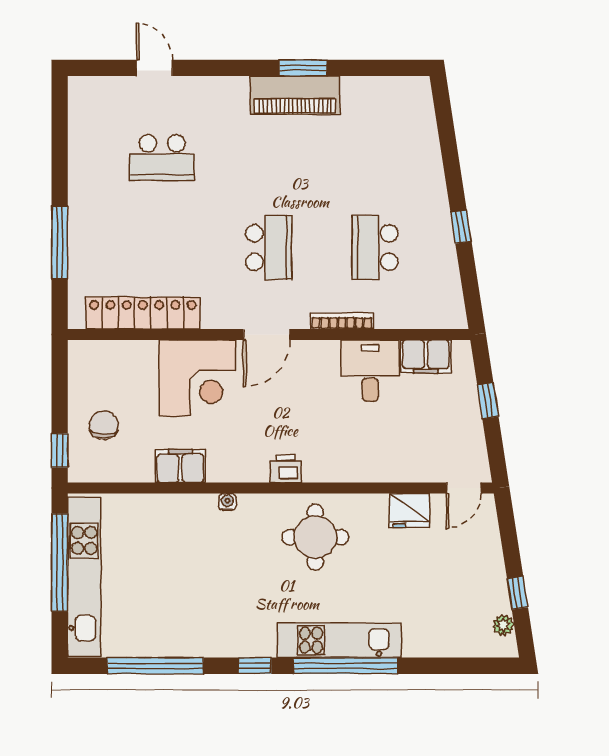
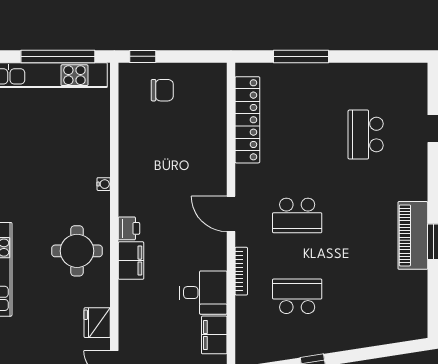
corner desk: (197, 378) -> (198, 161), removed
filing cabinet: (180, 466) -> (131, 261), moved

